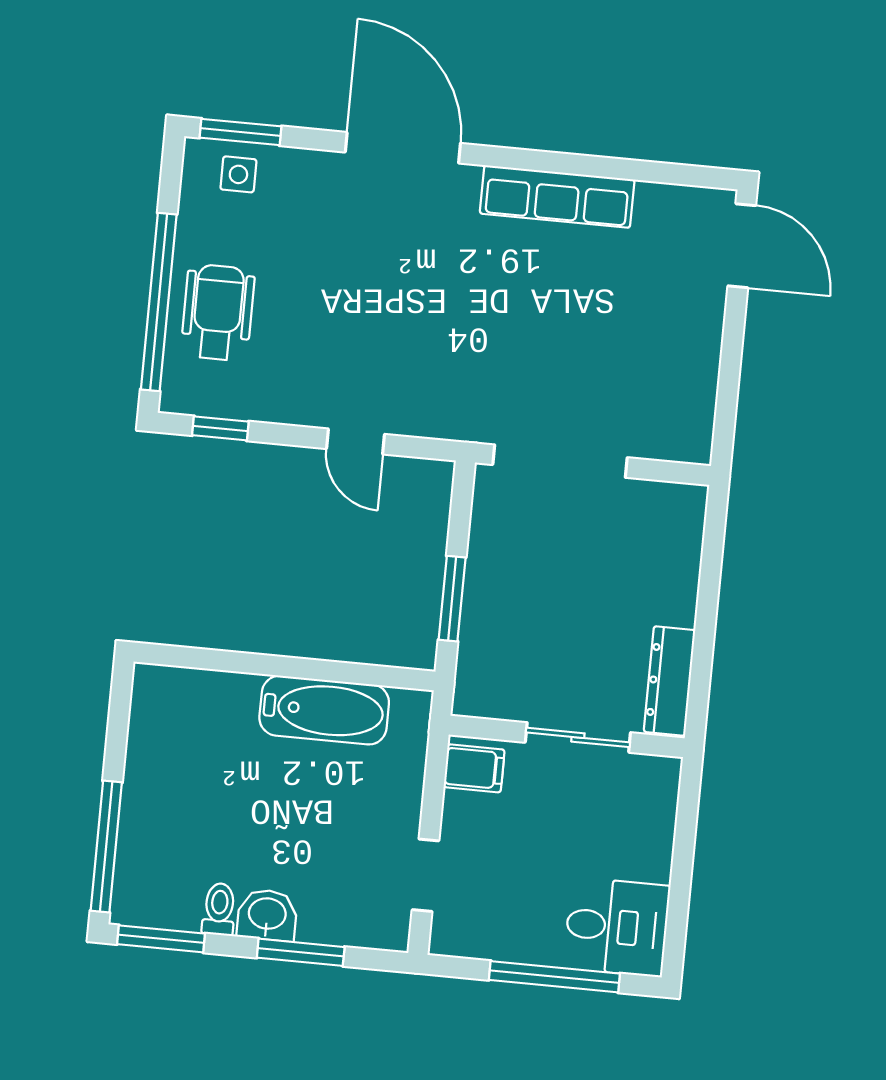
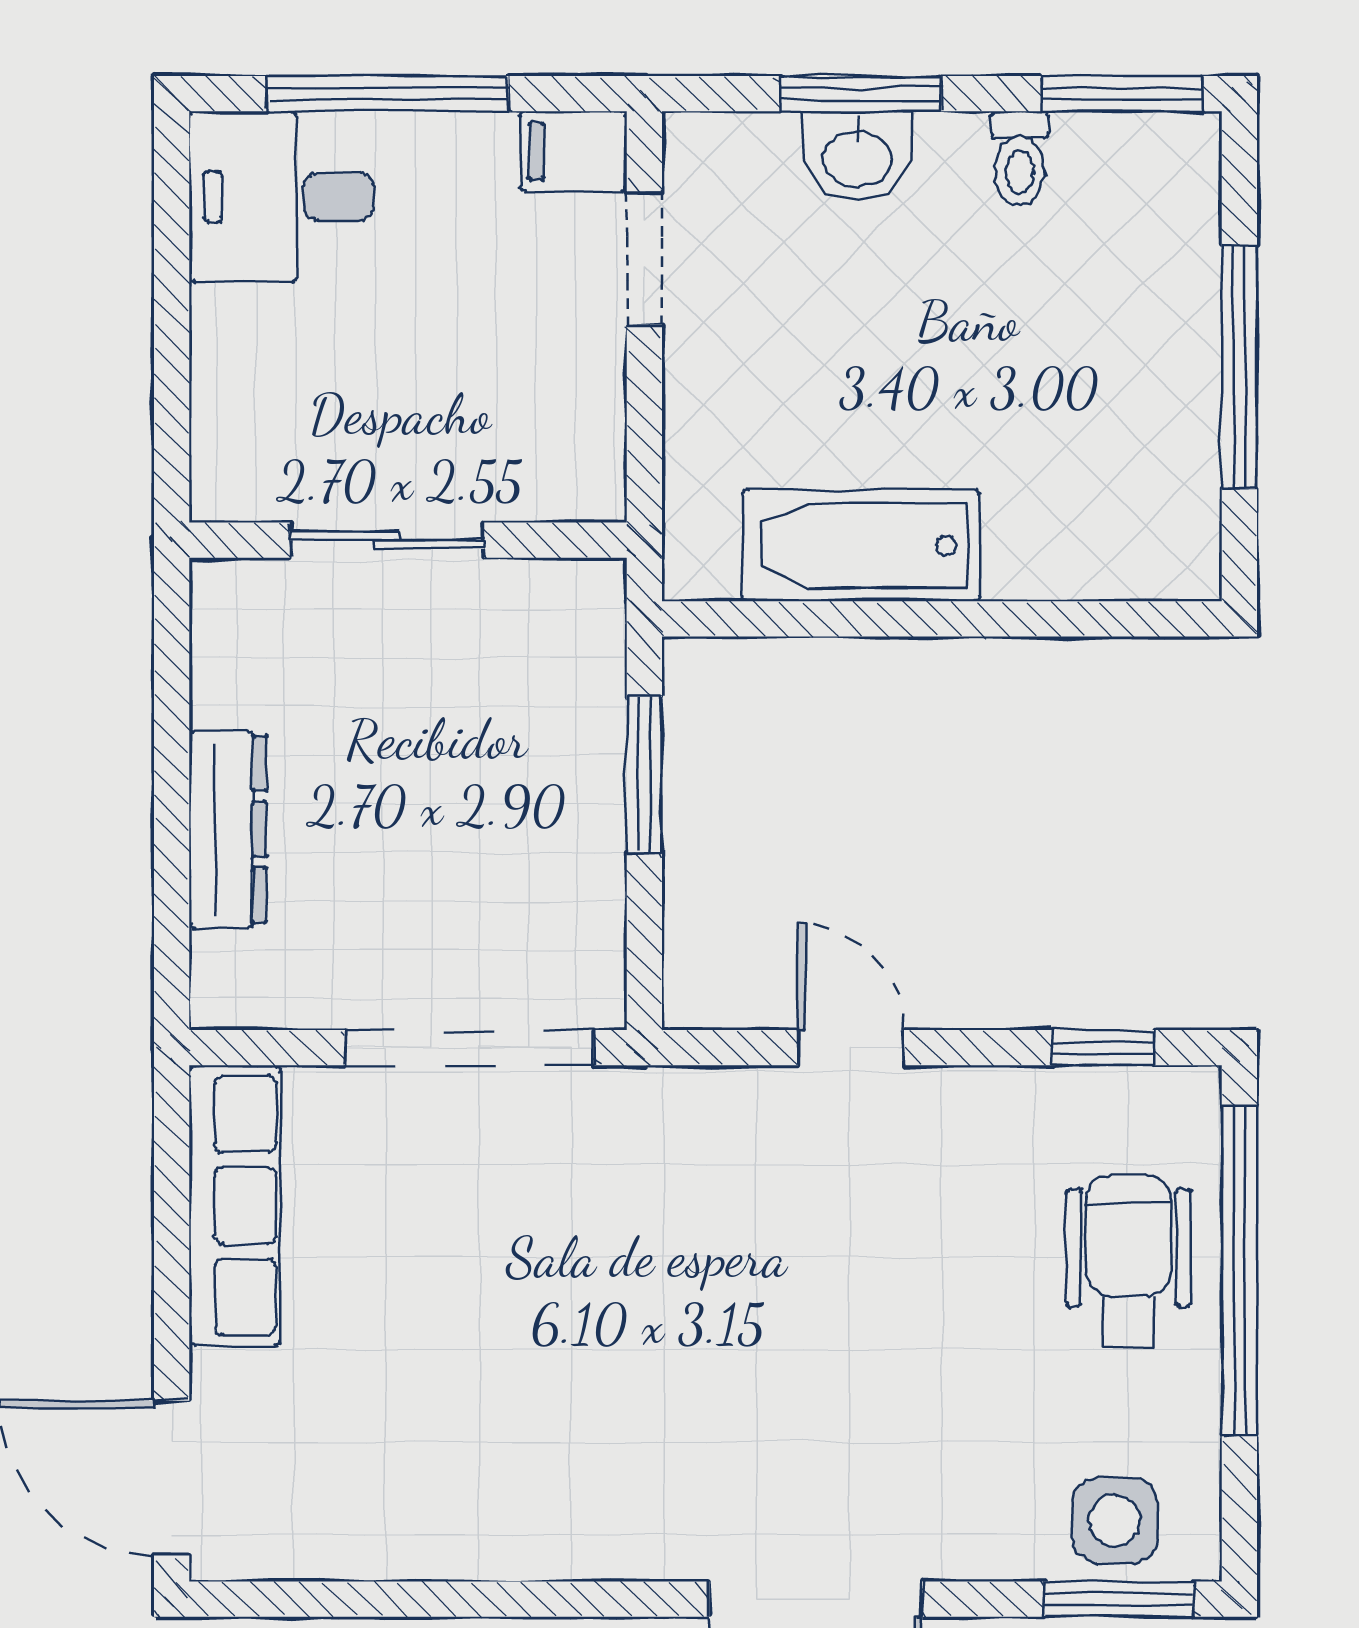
side table: (238, 174) -> (1115, 1520), width x1.37, depth x1.37
row of seats: (557, 196) -> (234, 1205), moved, turned 90
wheelchair: (218, 312) -> (1128, 1262), turned 180
dresser: (669, 681) -> (228, 829), moved
filing cabinet: (474, 768) -> (573, 151), moved
window: (106, 847) -> (1239, 367), moved
washbasin: (267, 915) -> (857, 157), moved

